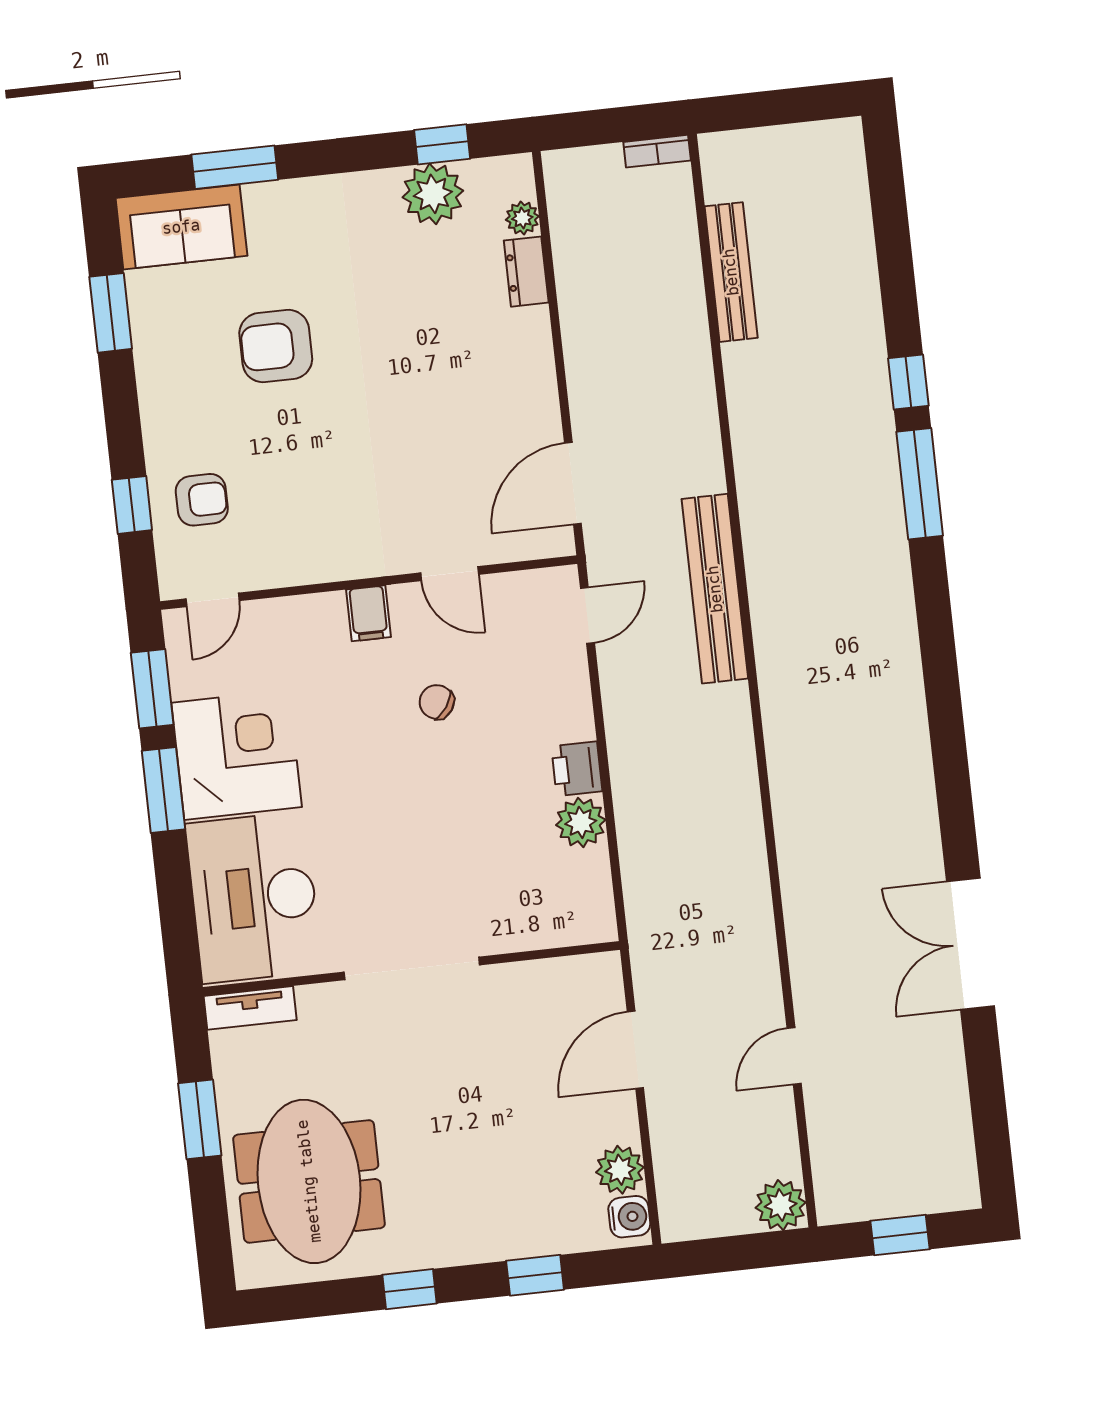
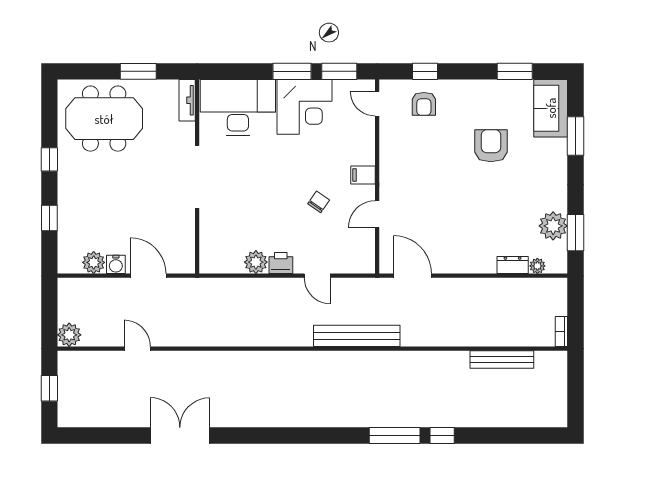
window: (442, 144) -> (575, 233), width x1.50
door: (587, 615) -> (317, 276), moved
water cooler: (629, 1217) -> (116, 264), moved

